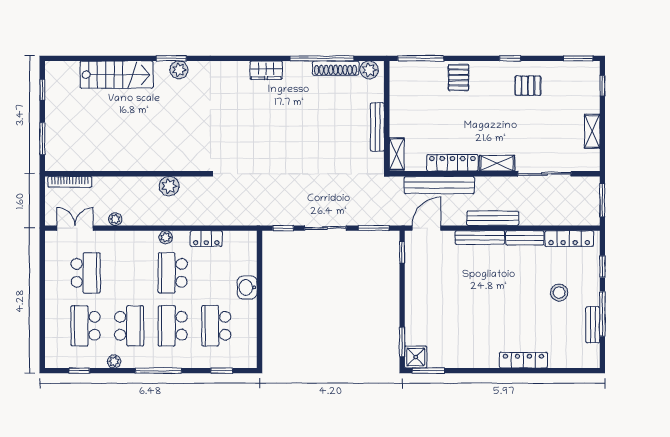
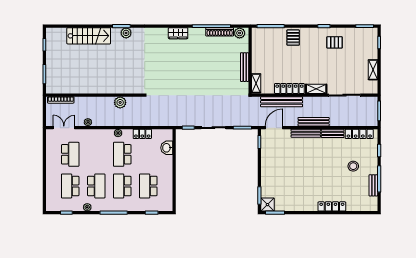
washbasin: (247, 287) -> (167, 148), moved

